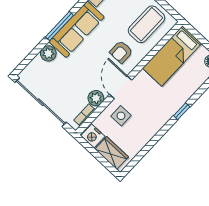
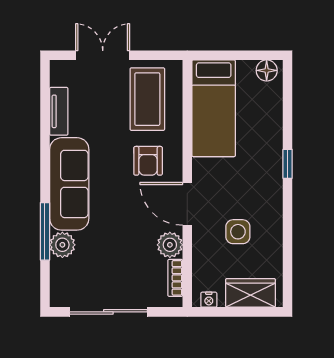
window: (59, 26) -> (45, 231), moved
sliding door: (41, 102) -> (108, 312), width x0.73
side table: (121, 116) -> (238, 232), moved
nightstand: (93, 136) -> (209, 300), width x0.53, depth x0.56

